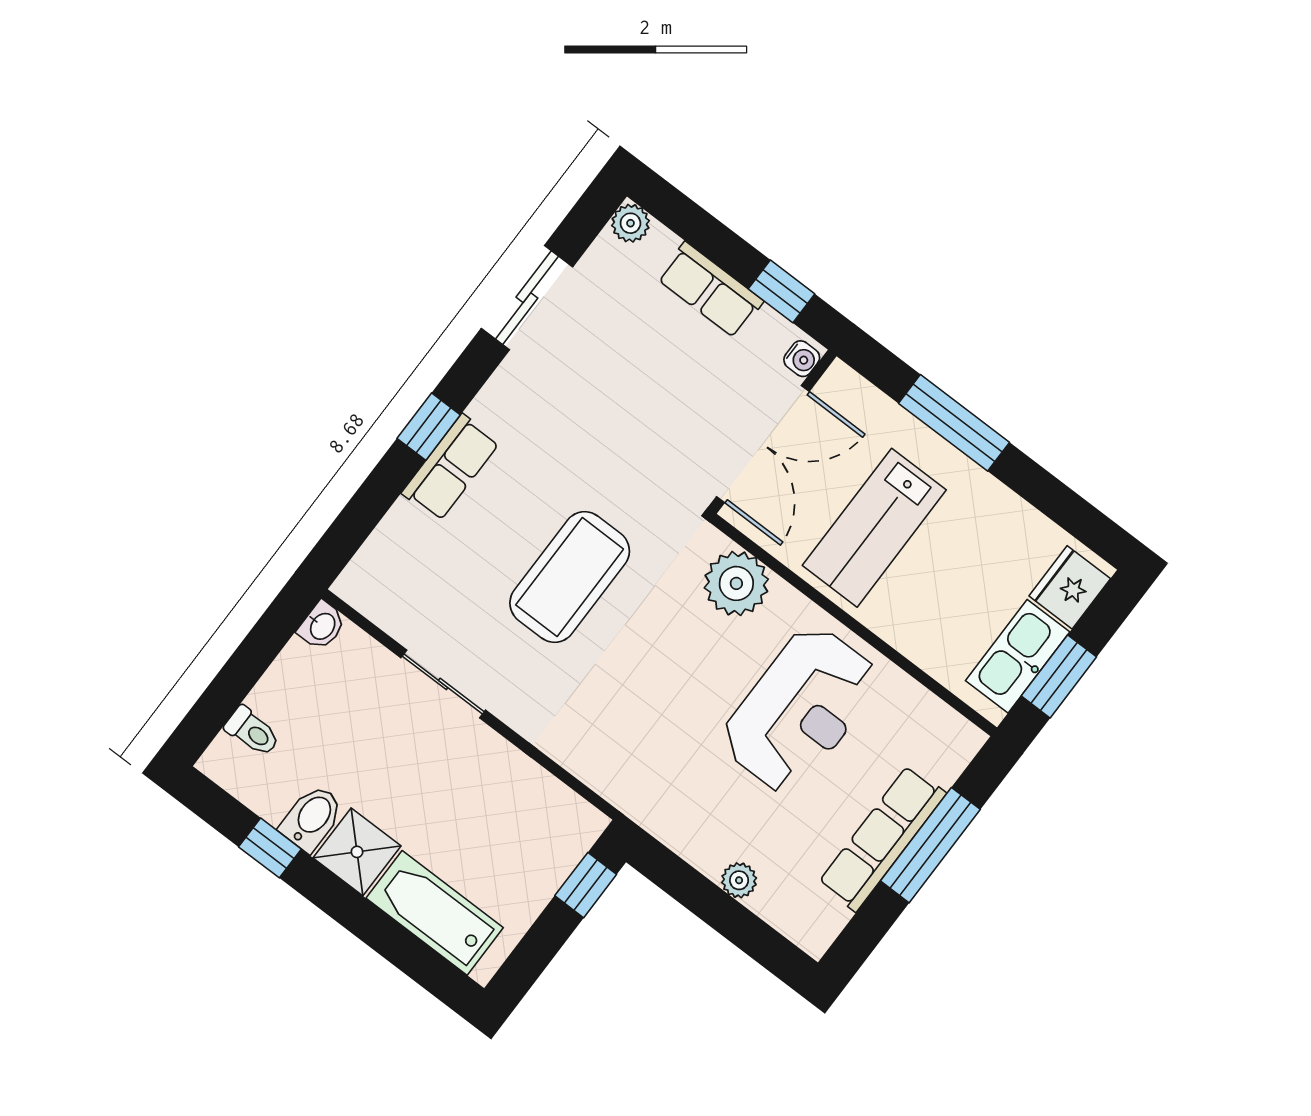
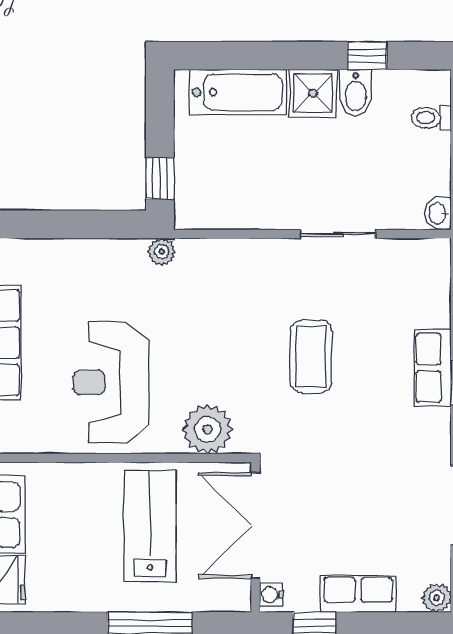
coffee table: (570, 577) -> (311, 357), width x0.73, depth x0.76
plant: (739, 880) -> (162, 252), moved

